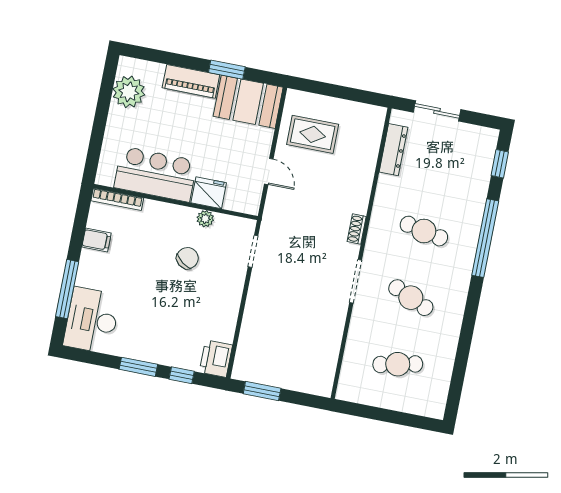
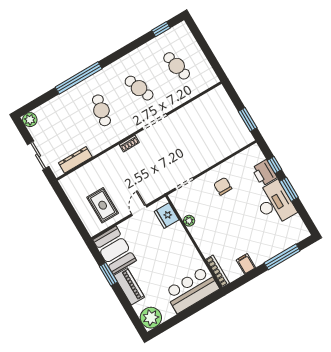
plant: (129, 92) -> (151, 318), moved
plant: (487, 138) -> (30, 120), added
window: (500, 164) -> (161, 29), moved
bar counter: (156, 174) -> (192, 290), moved, turned 90
fridge: (209, 193) -> (167, 216), moved
chair: (187, 258) -> (223, 186), moved, turned 53
cafe table: (411, 298) -> (139, 88), turned -45
desk: (92, 320) -> (275, 203), moved, turned -90
printer: (216, 359) -> (264, 173), moved, turned 90

